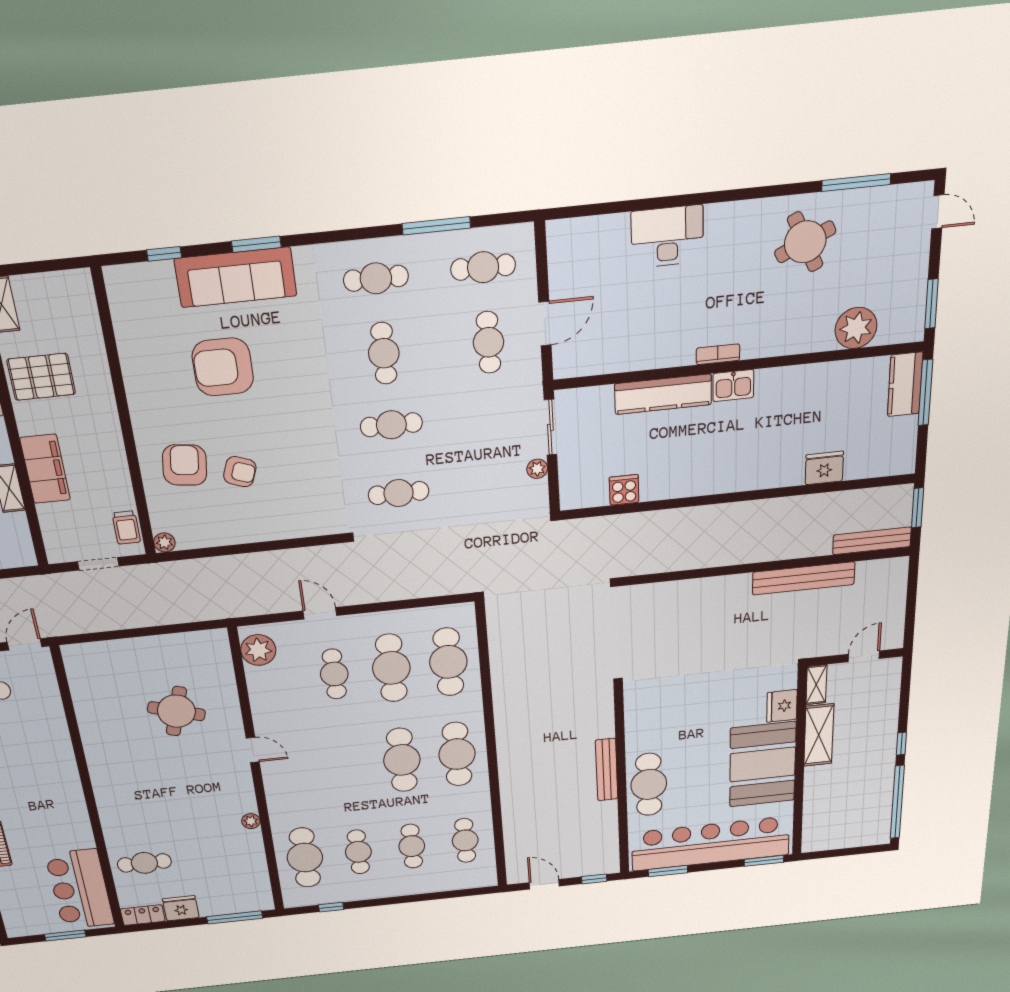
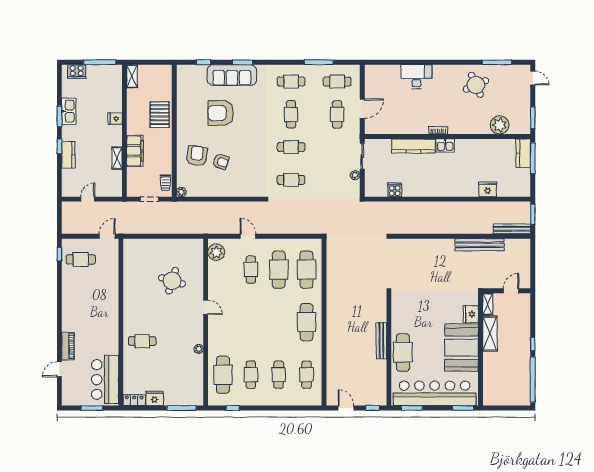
pallet: (41, 377) -> (160, 115), moved, turned 90
cafe table: (402, 760) -> (279, 322), removed
cafe table: (144, 863) -> (142, 341), moved

